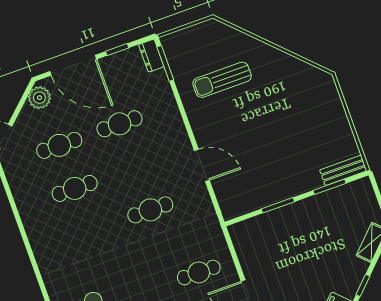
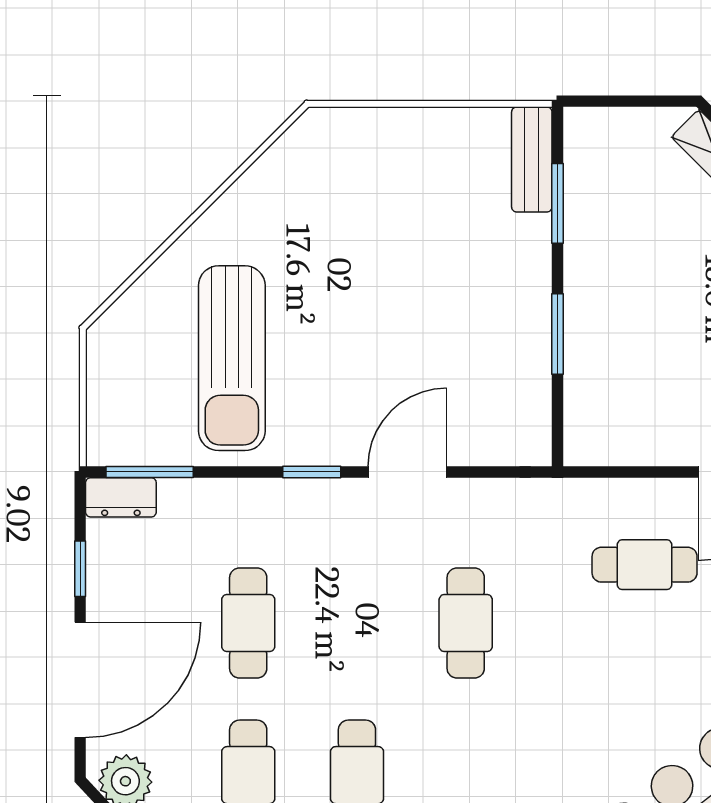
sun lounger: (222, 80) -> (232, 358), width x1.36, depth x1.34
window: (188, 128) -> (312, 472), added
cafe table: (199, 272) -> (645, 565), turned 90

